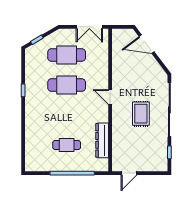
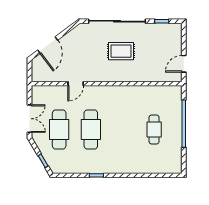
double door: (89, 27) -> (30, 119), moved
door: (110, 97) -> (76, 84), moved
dresser: (102, 140) -> (149, 92), removed
door: (129, 173) -> (184, 64), swing flipped

